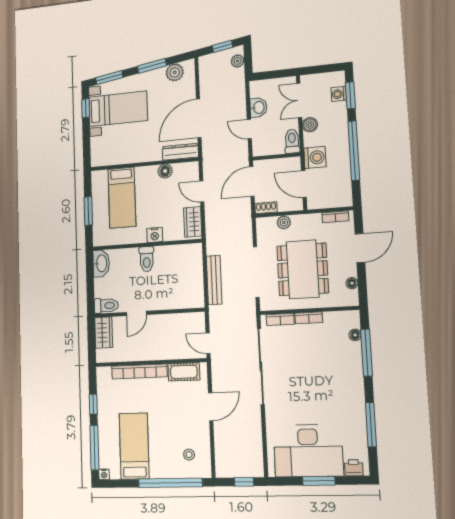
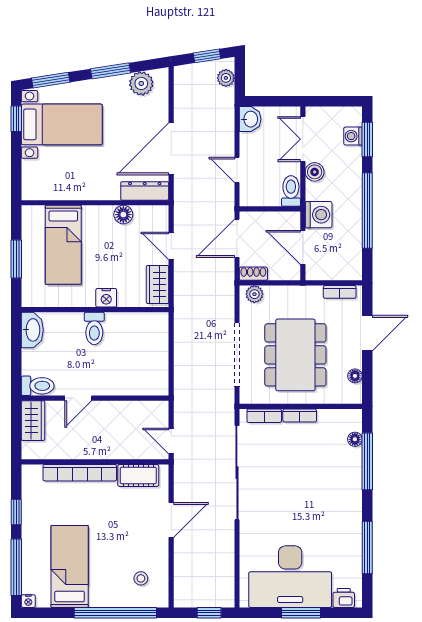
washbasin: (258, 107) -> (250, 119), moved
plant: (284, 222) -> (254, 294), moved
bench: (214, 280) -> (182, 361), removed

